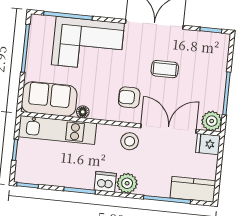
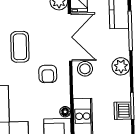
coffee table: (165, 69) -> (20, 47), width x1.36, depth x1.30
double door: (168, 129) -> (70, 37), swing flipped
dishwasher: (105, 182) -> (123, 111), moved

